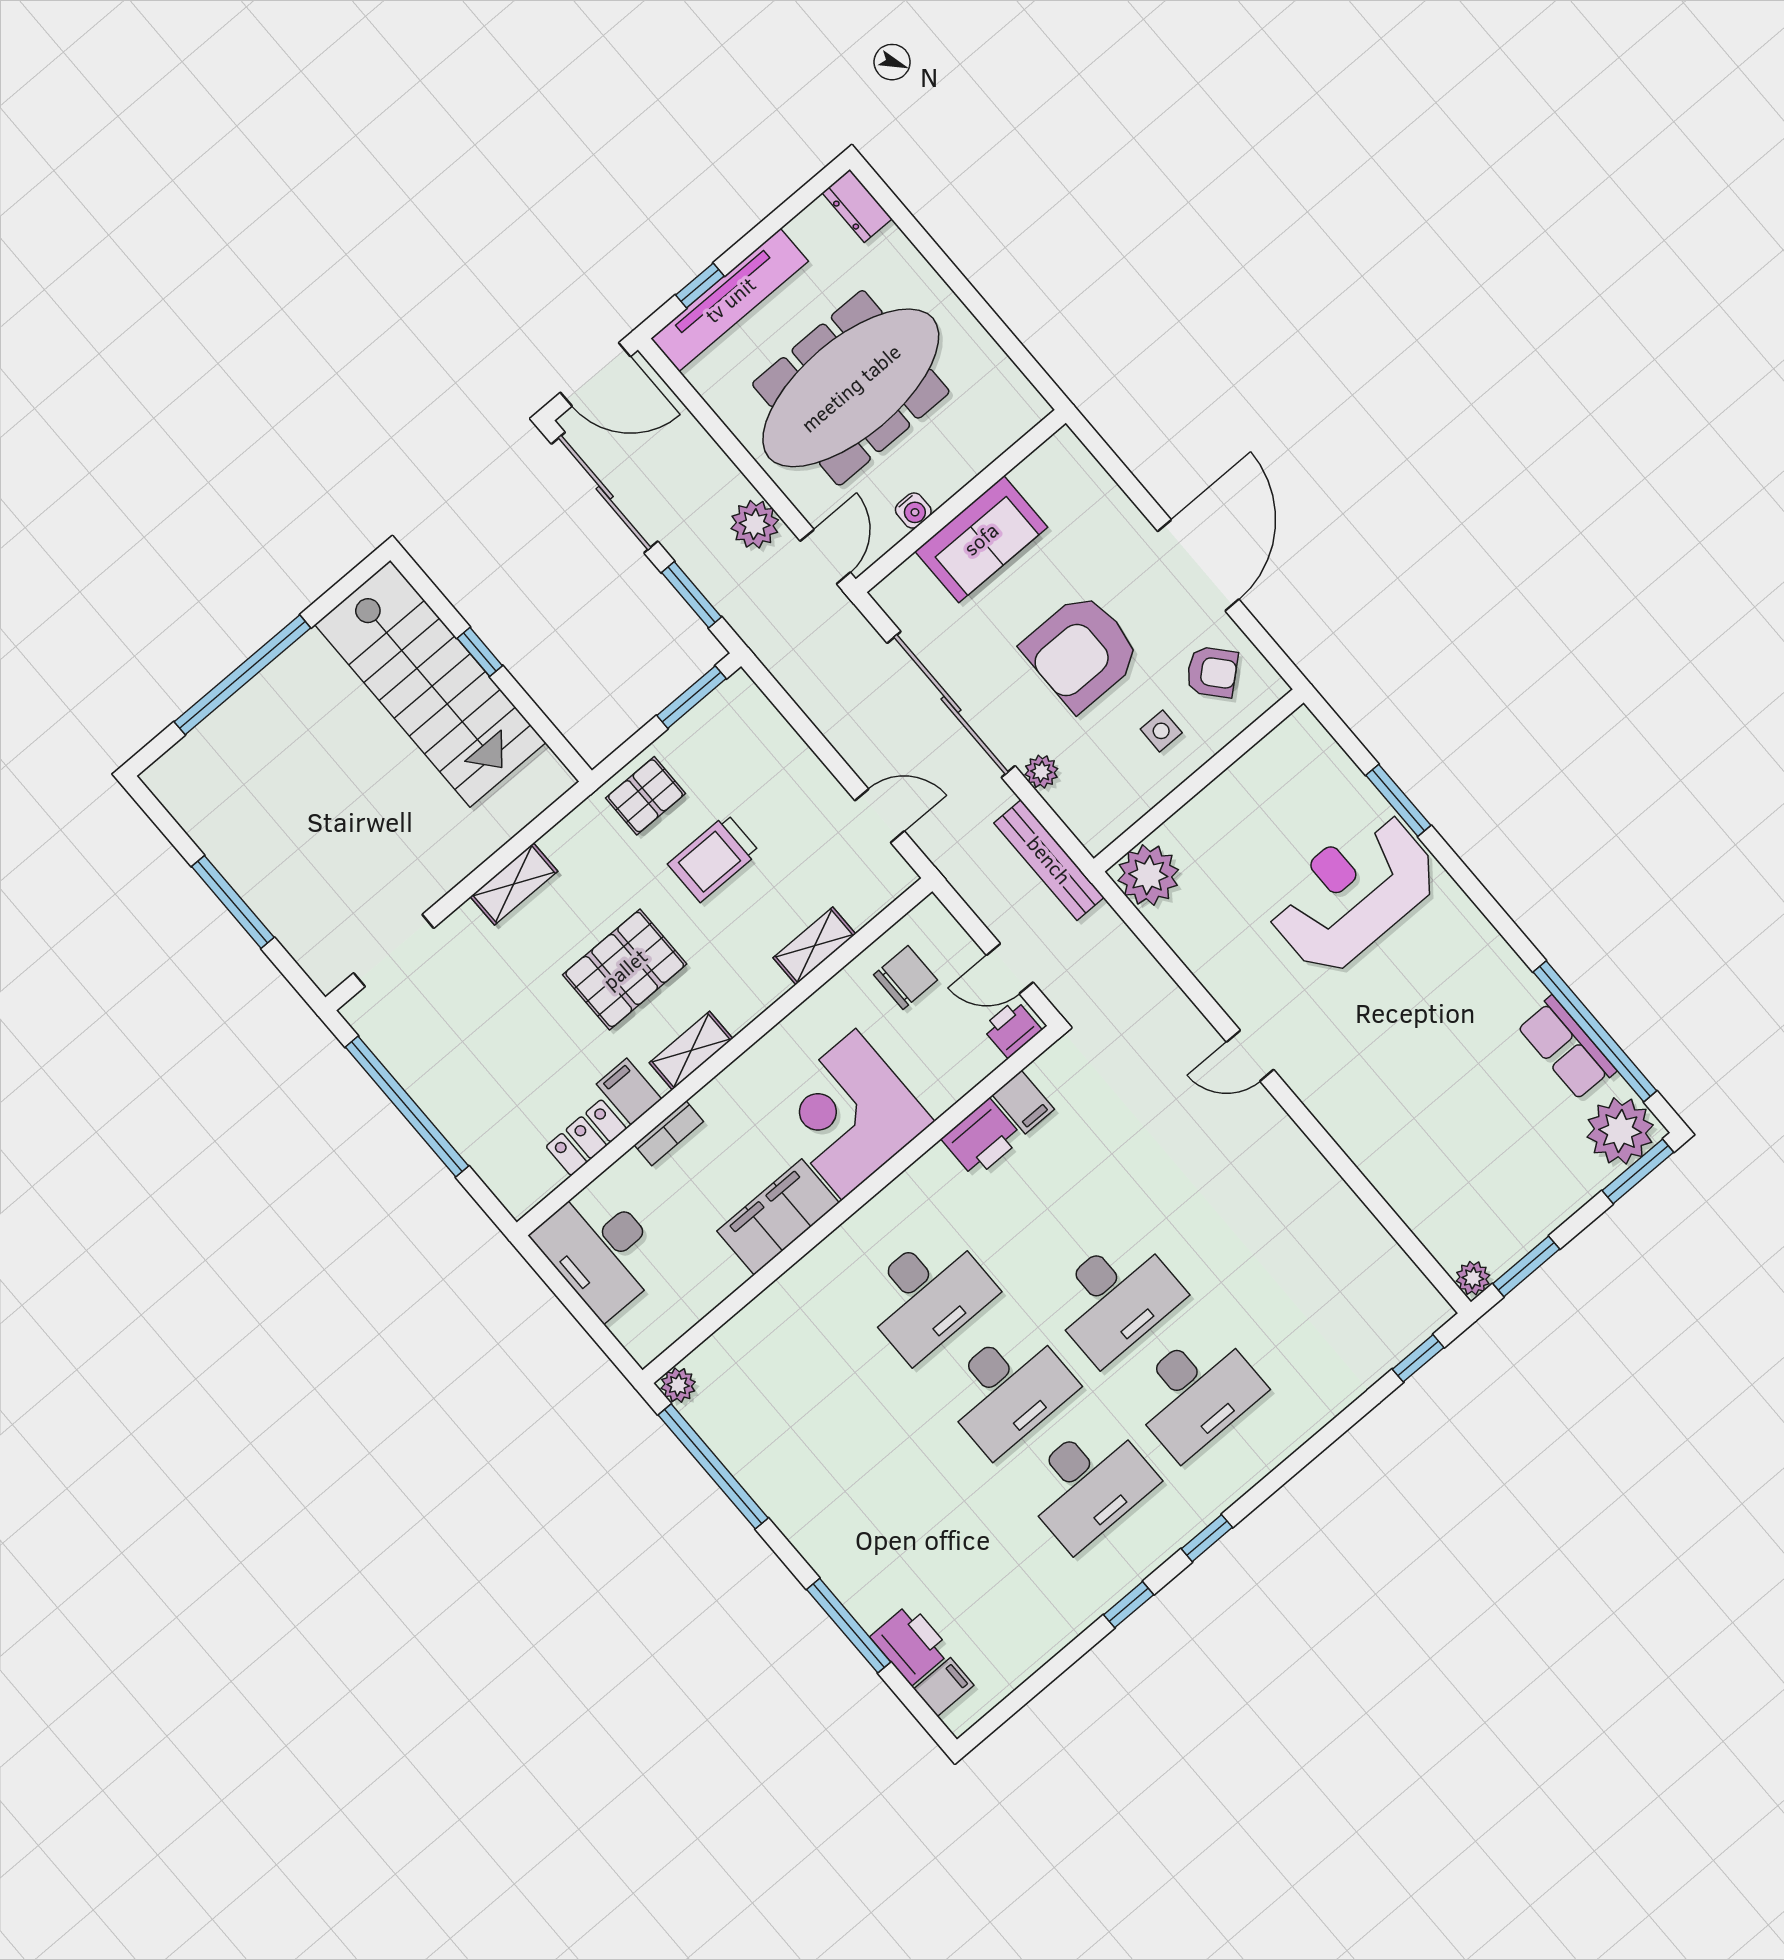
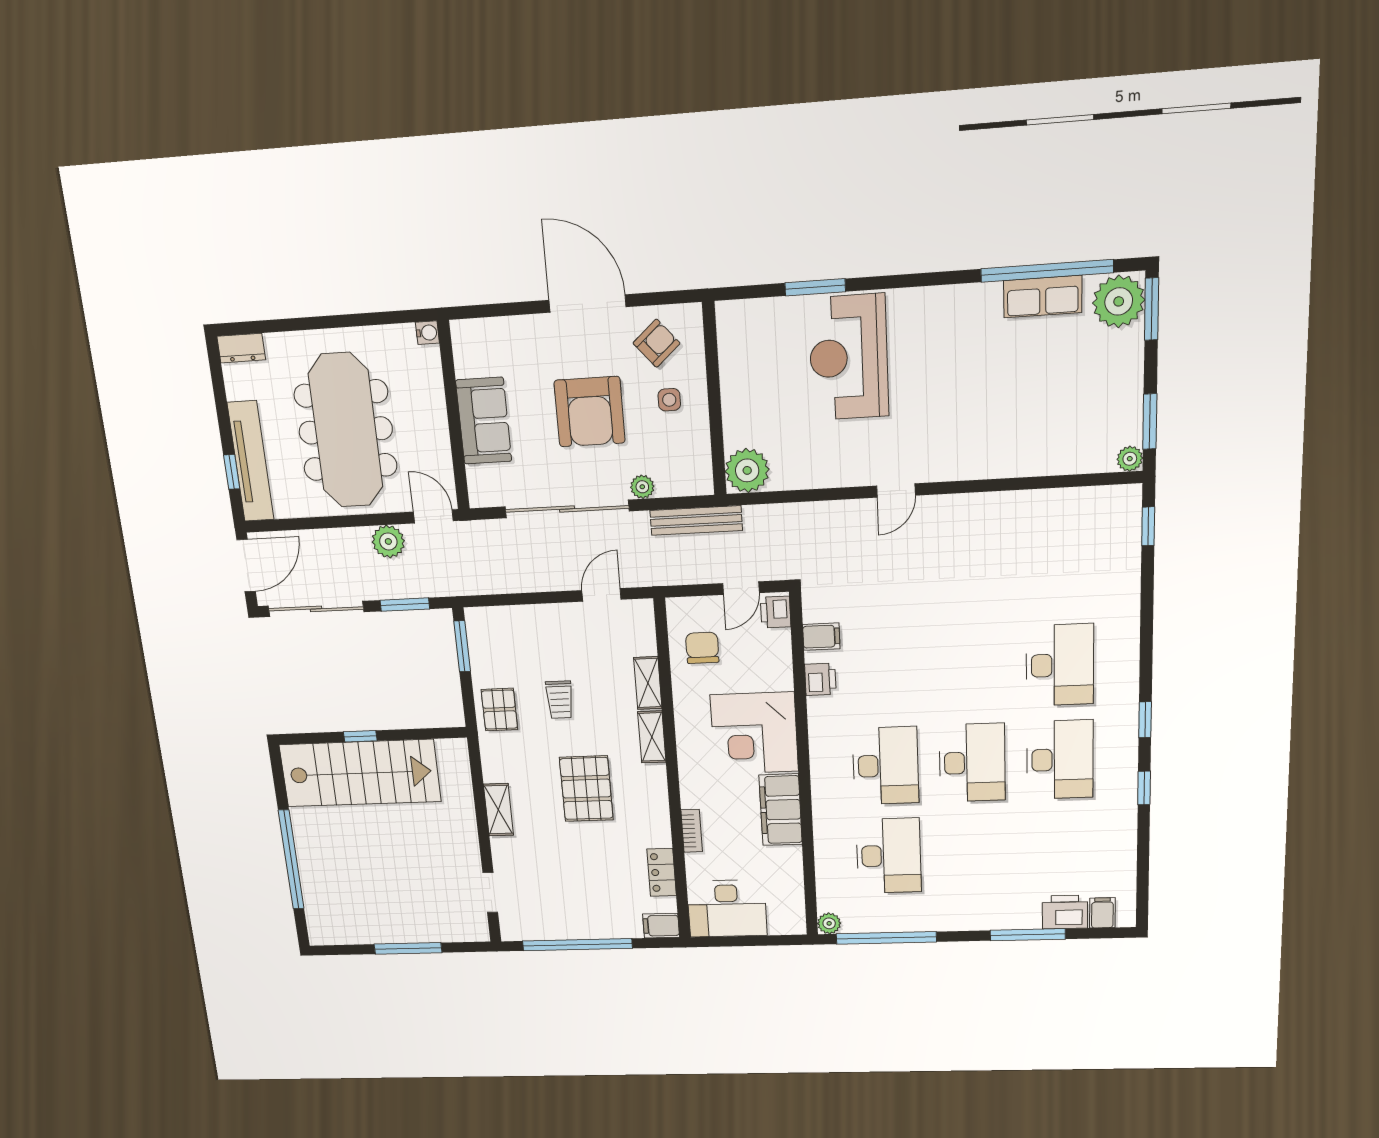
water cooler: (913, 510) -> (427, 333), moved
trolley: (714, 858) -> (560, 700), width x0.73, depth x0.72
doorway: (394, 951) -> (490, 892), width x0.73
shelving: (691, 1051) -> (652, 737), moved
filing cabinet: (629, 1092) -> (661, 926), moved
printer: (982, 1138) -> (820, 679), width x0.73, depth x0.81
desk: (1115, 1298) -> (889, 856), moved

